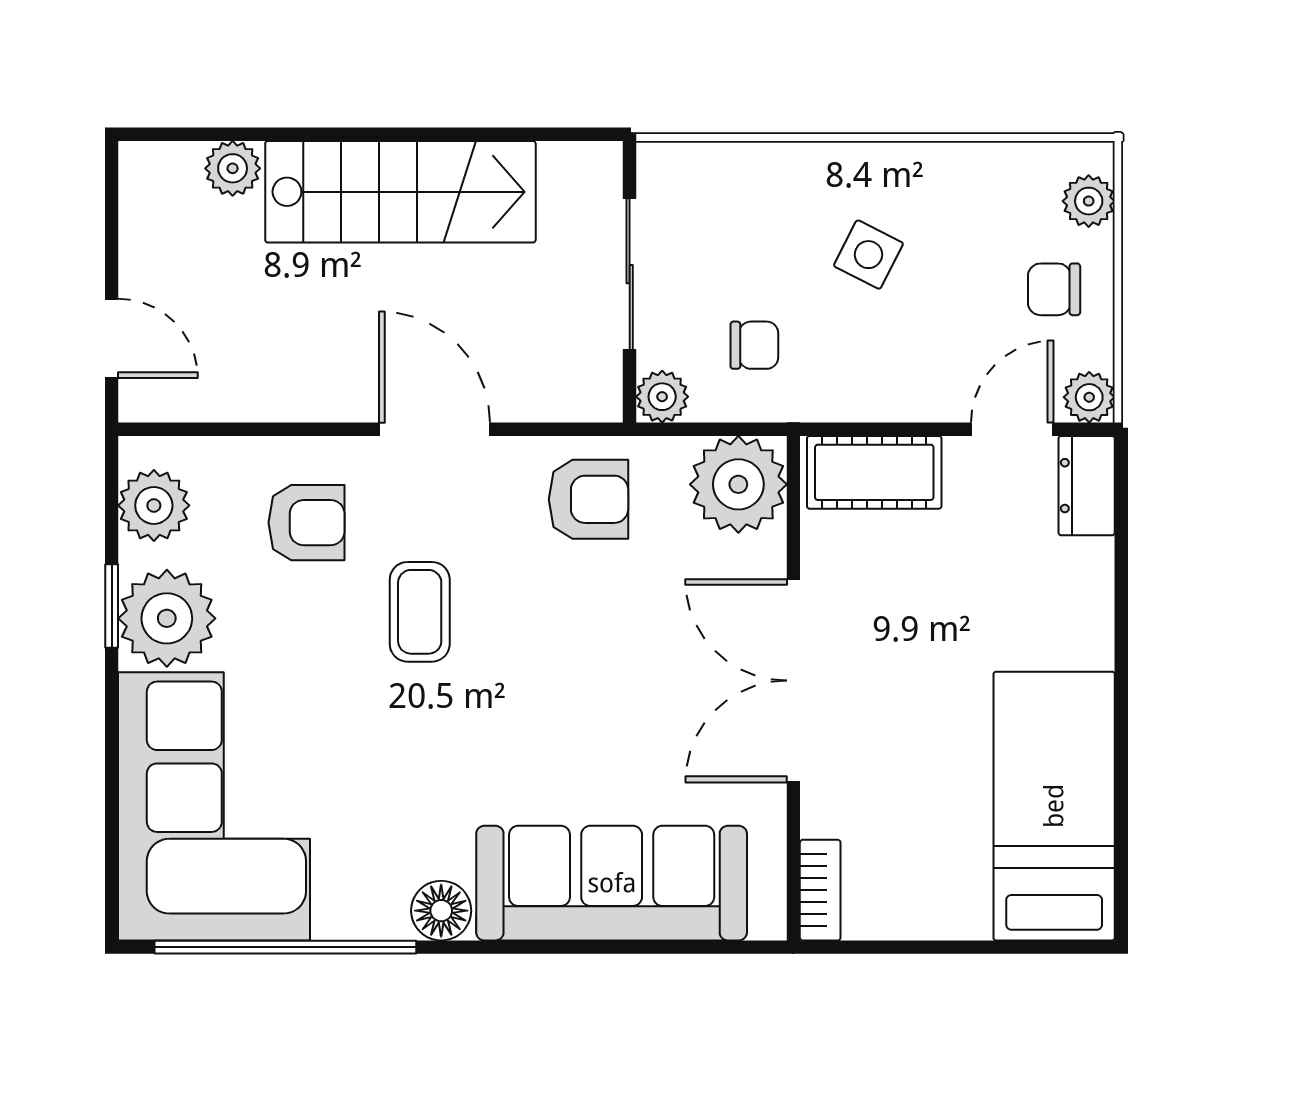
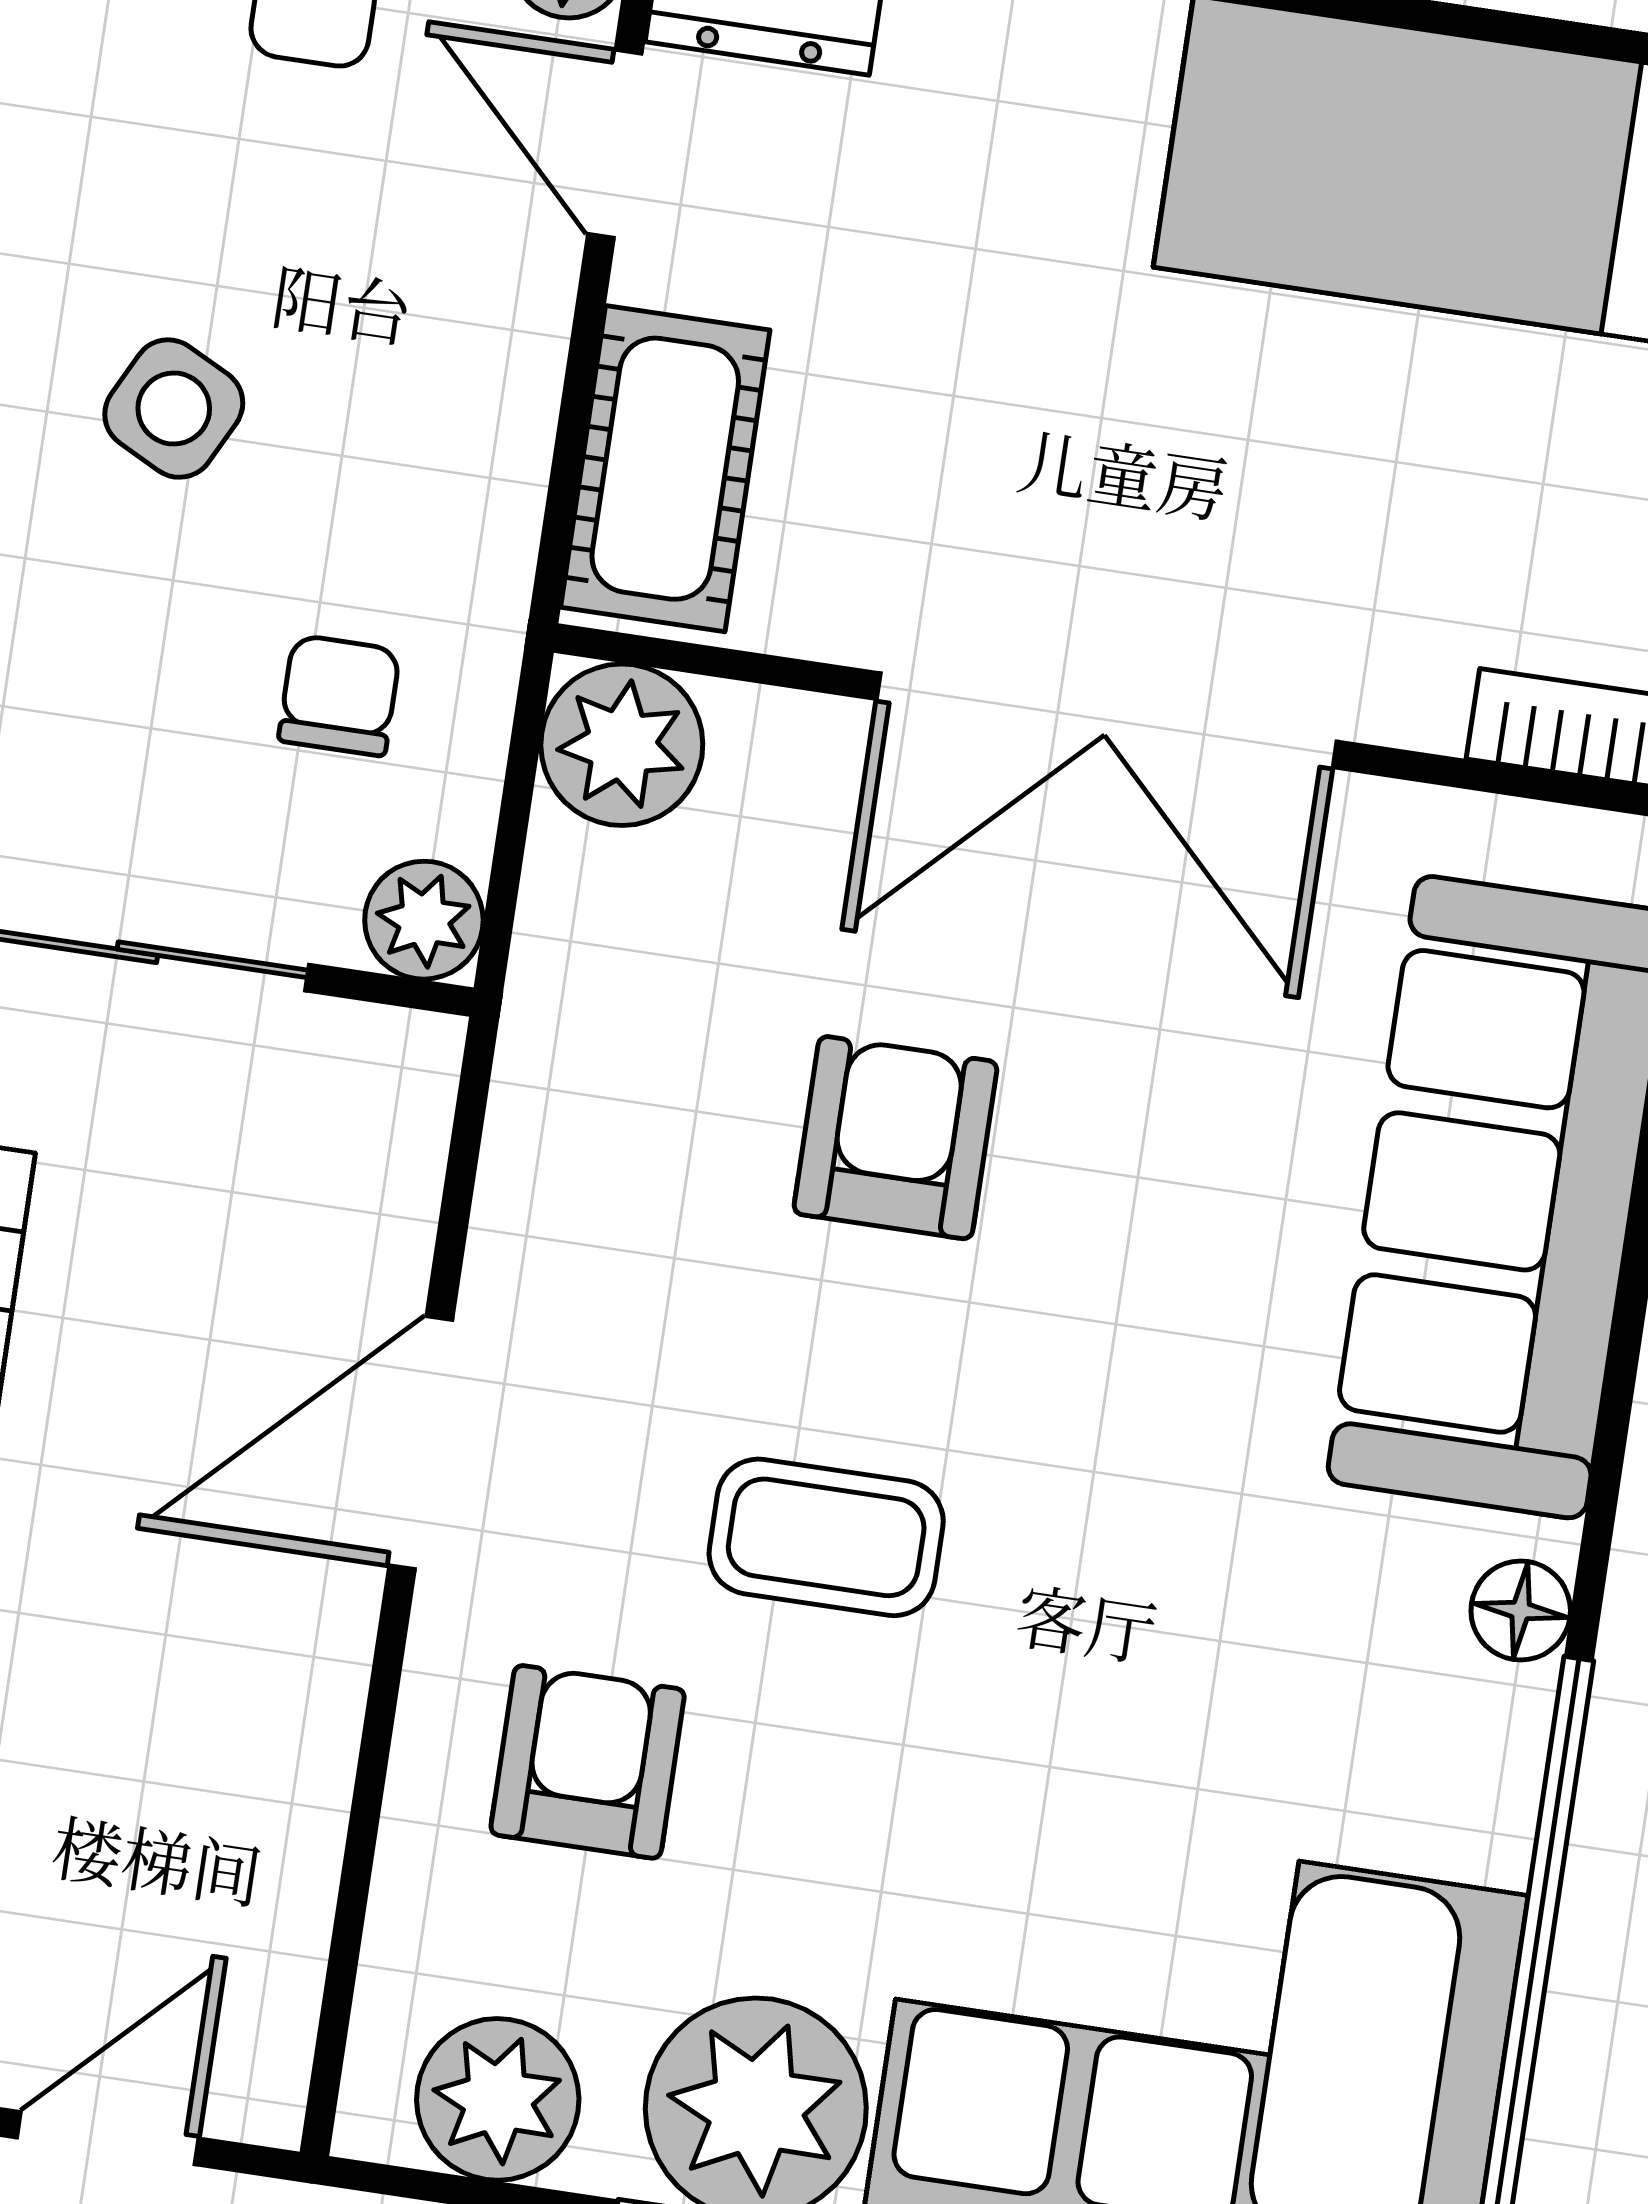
plant: (738, 484) -> (622, 745), width x0.73, depth x0.73
armchair: (589, 499) -> (895, 1138), moved
floor lamp: (441, 911) -> (1521, 1611), width x0.73, depth x0.73

